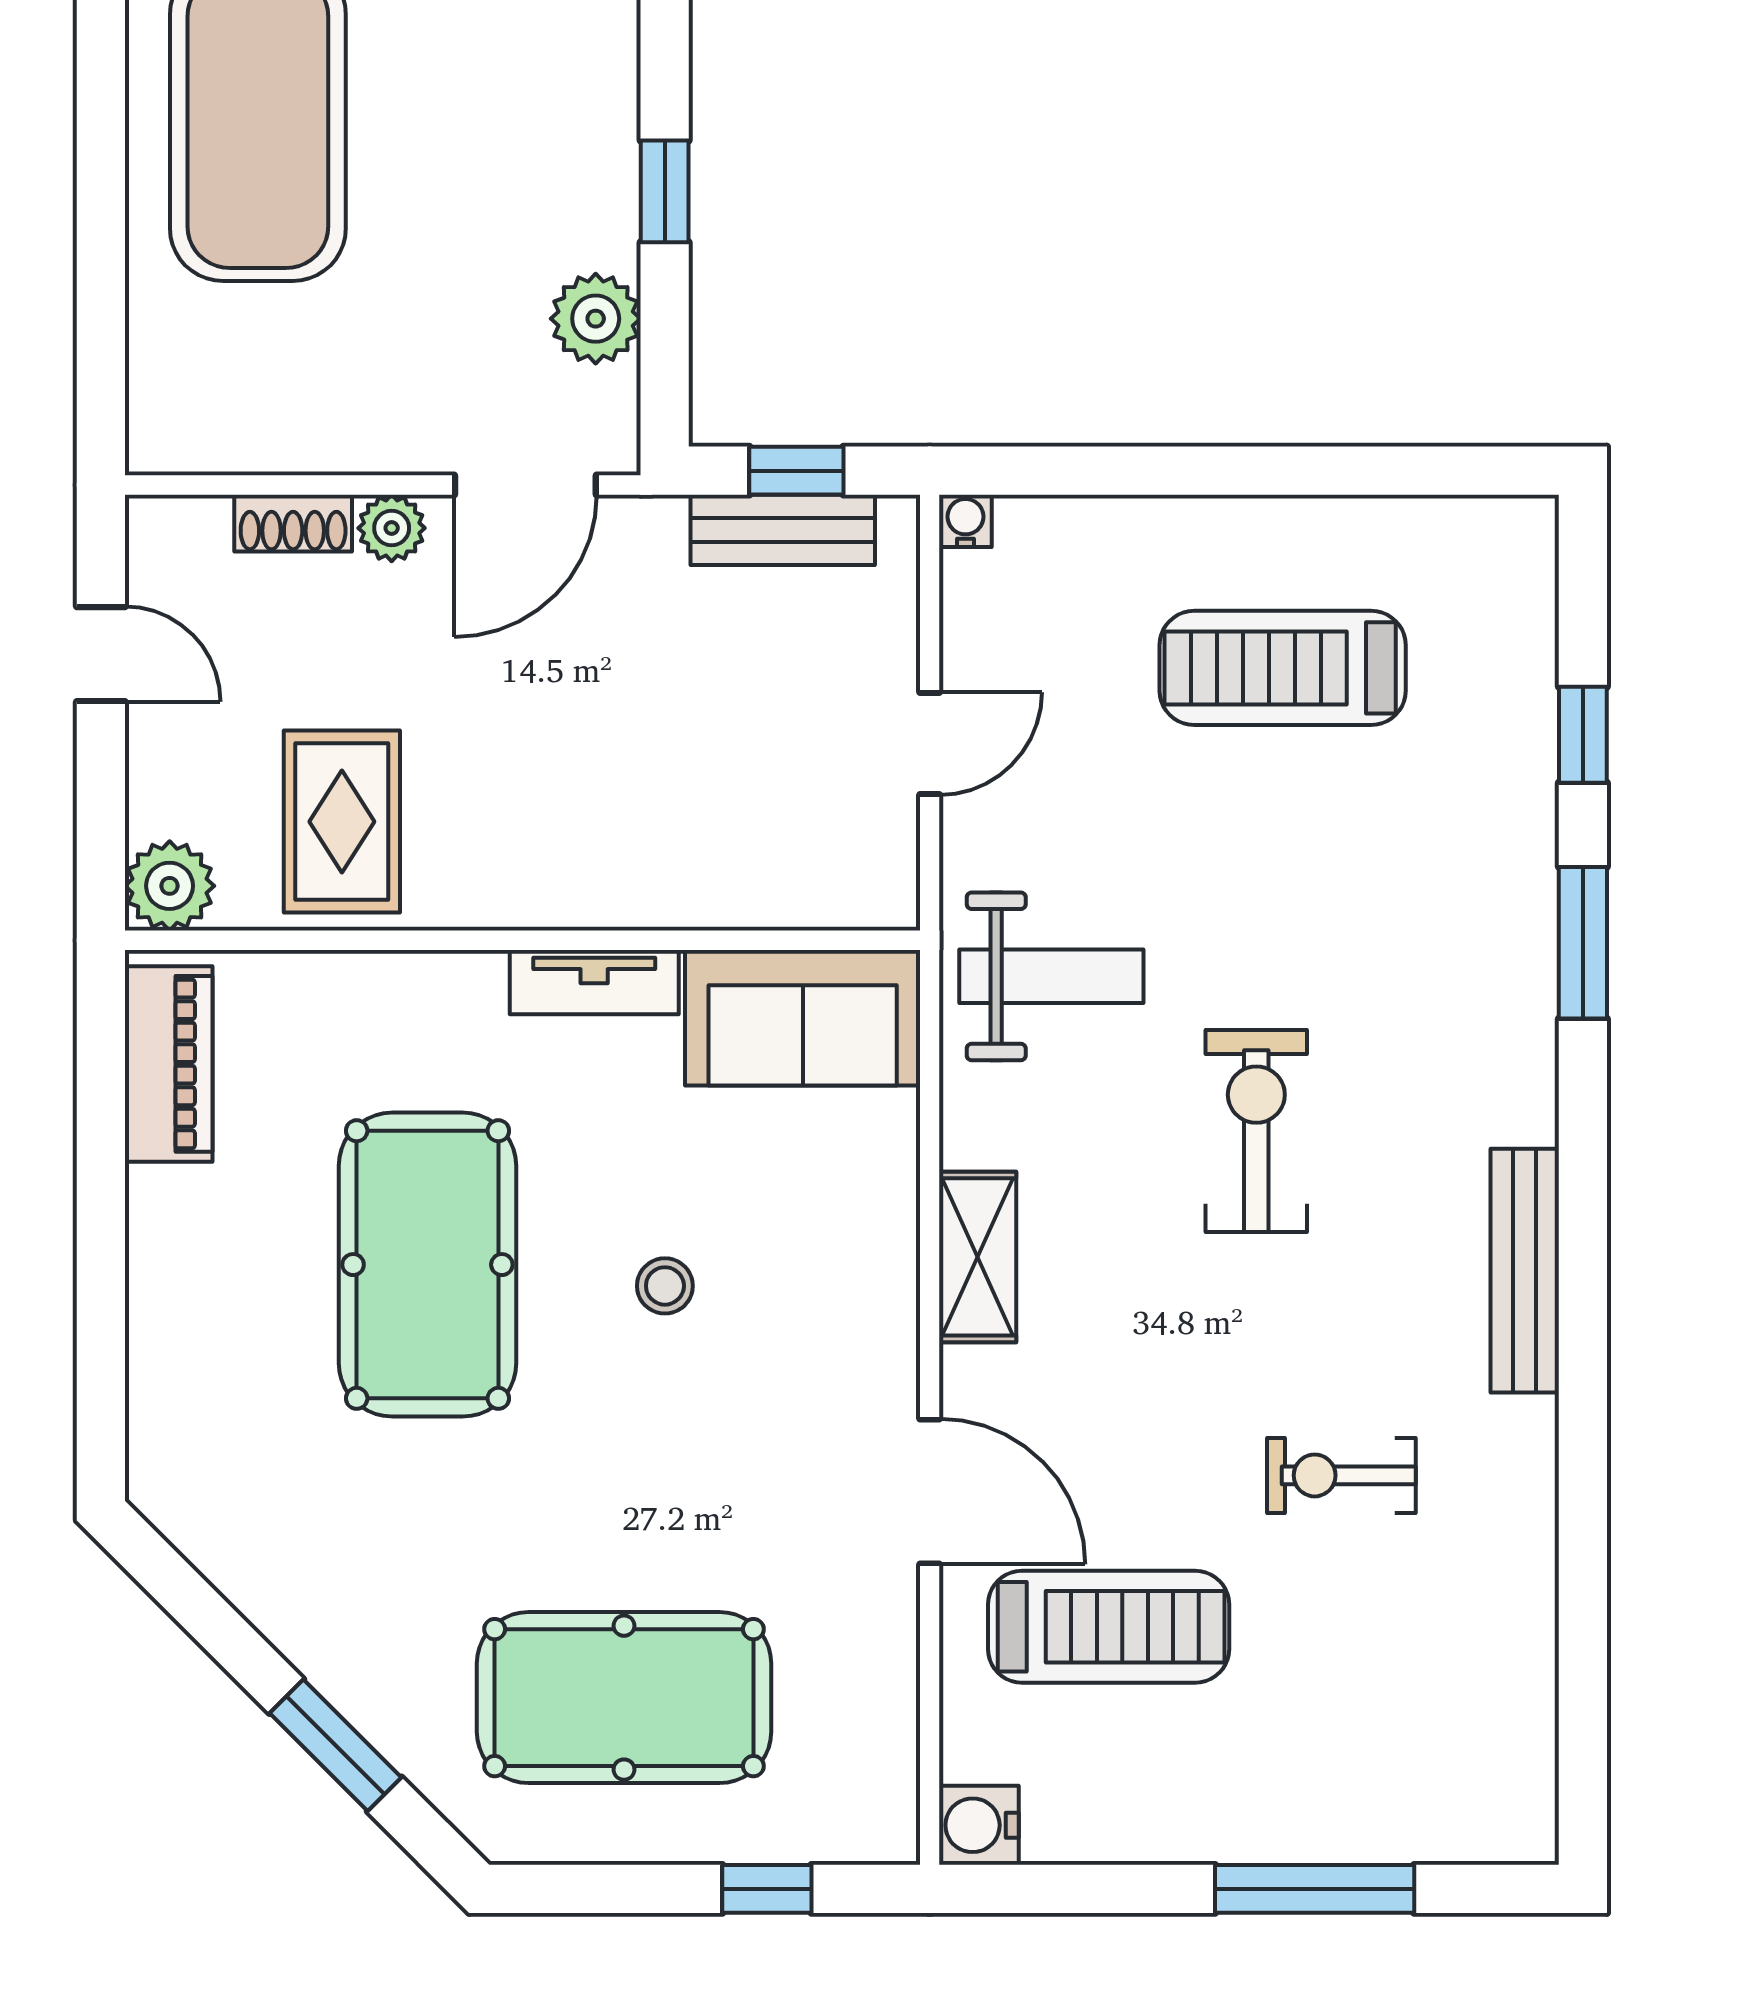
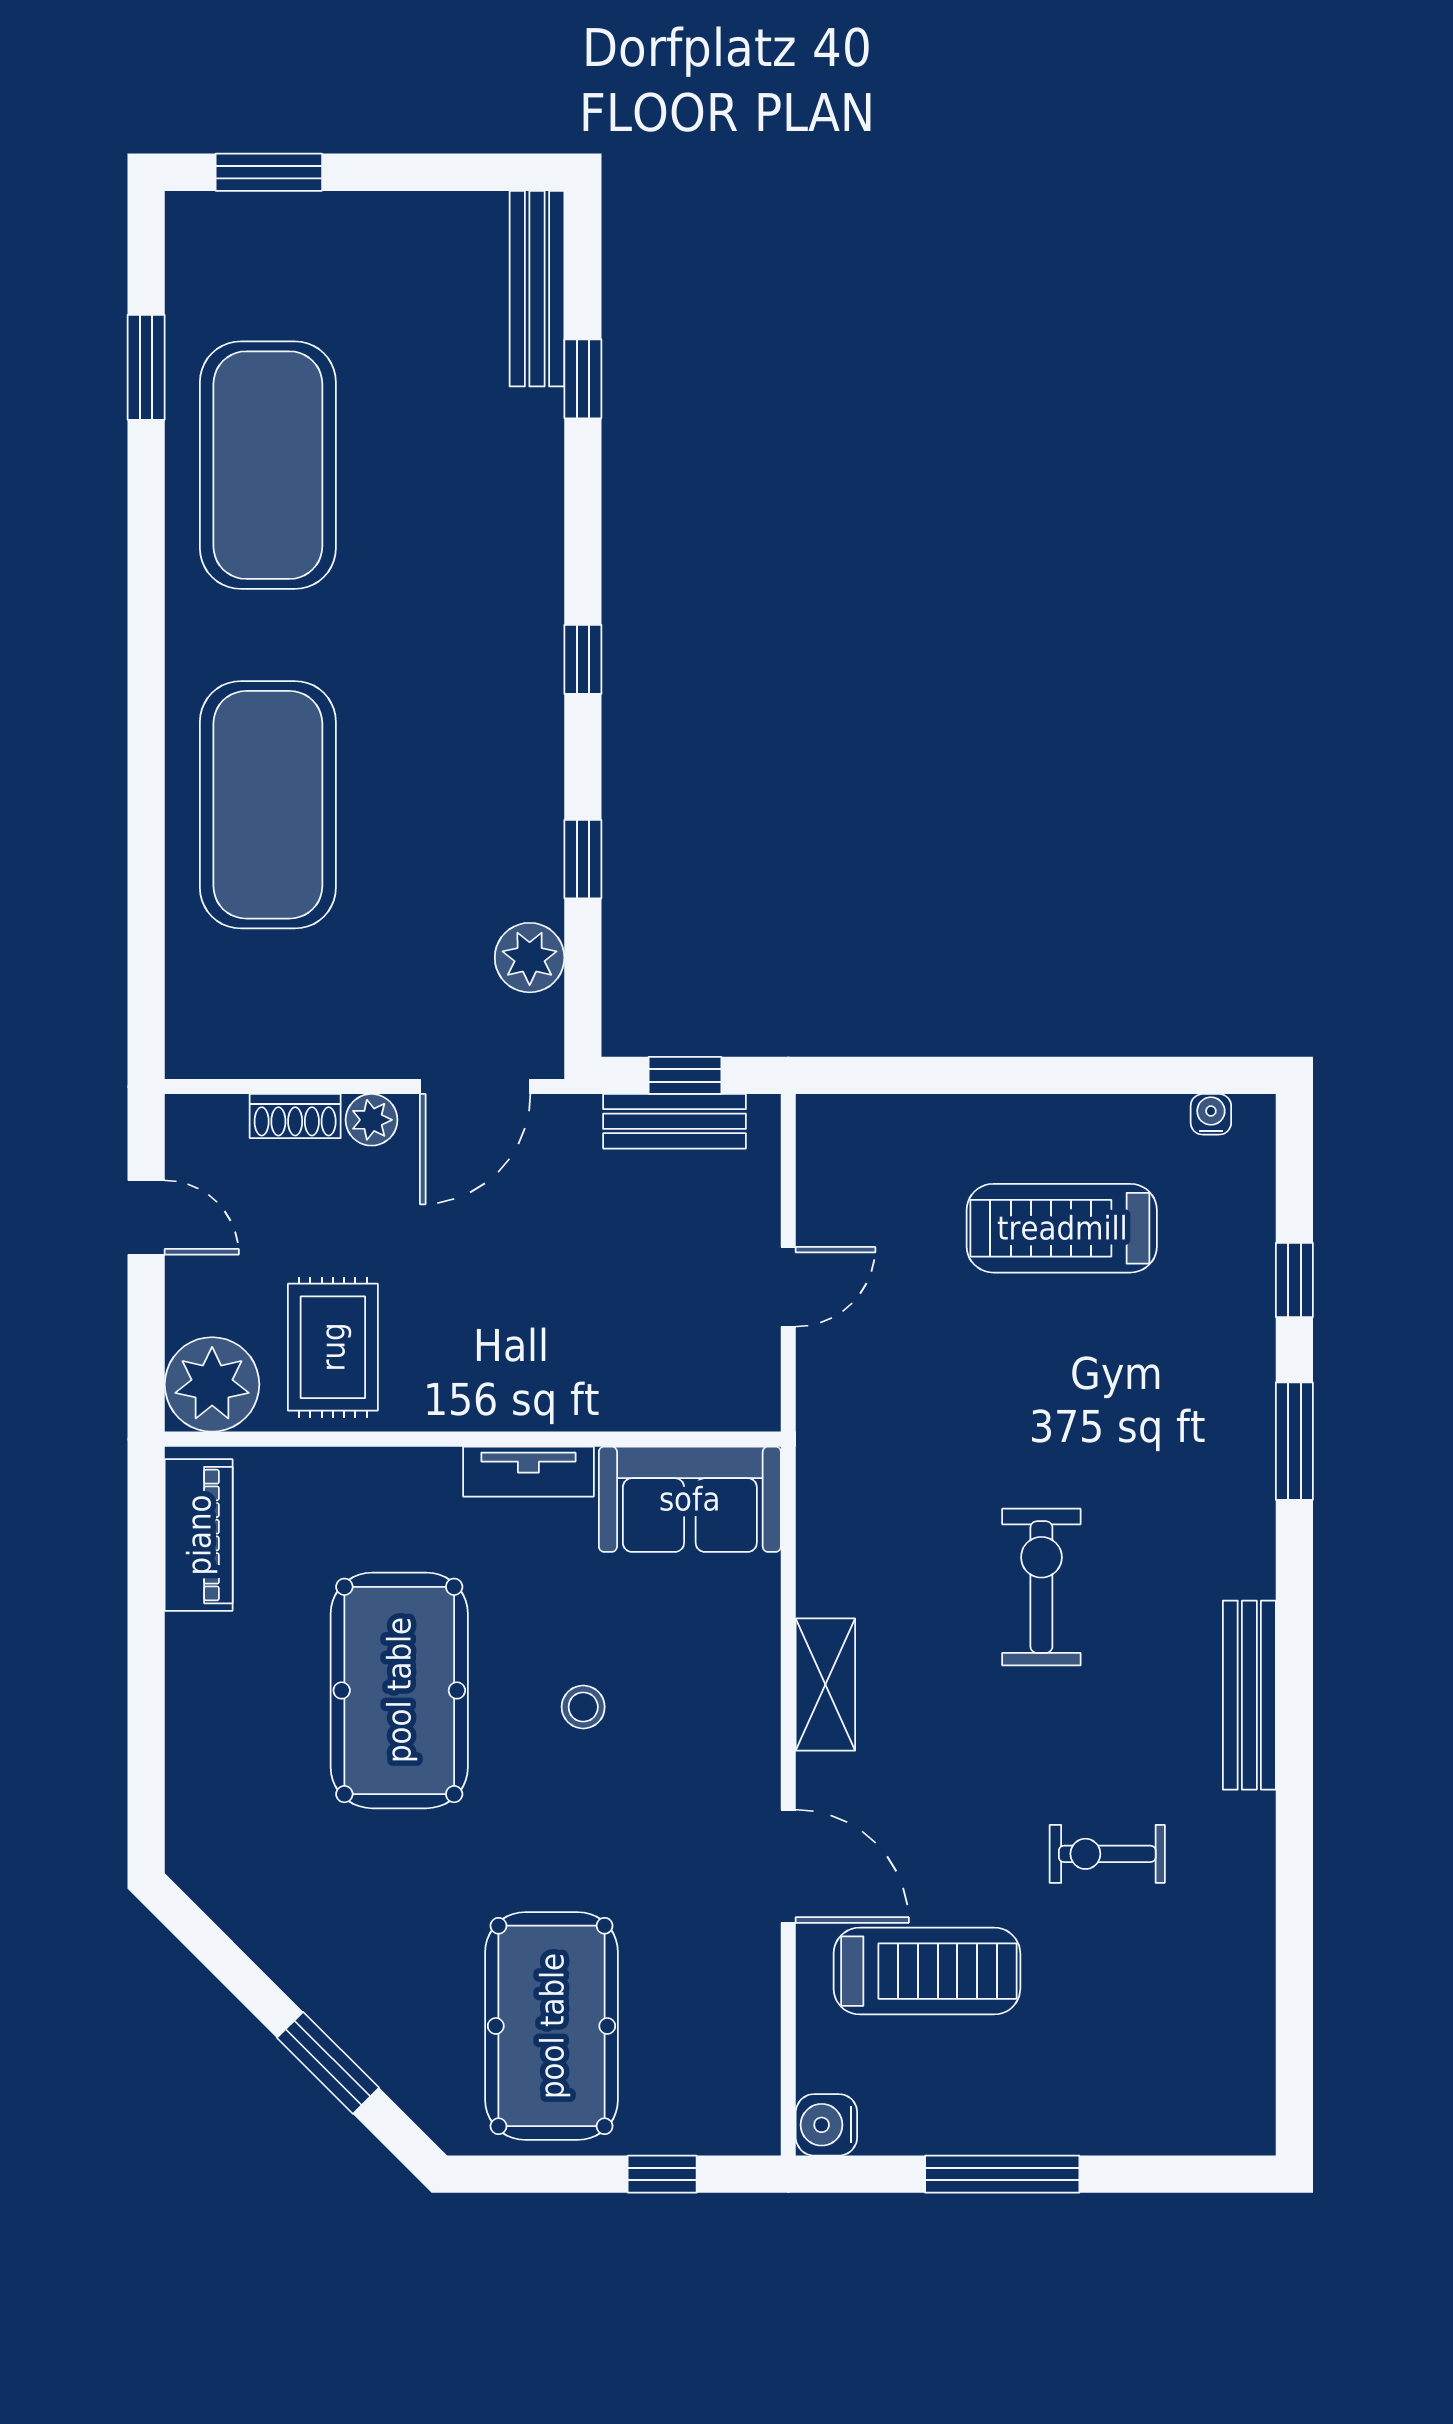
water cooler: (965, 521) -> (1211, 1114), moved
plant: (170, 886) -> (212, 1384), width x1.36, depth x1.36
weight bench: (1051, 976) -> (883, 1467), removed
pool table: (624, 1698) -> (552, 2026), turned 90
window: (1315, 1889) -> (1002, 2174), moved

